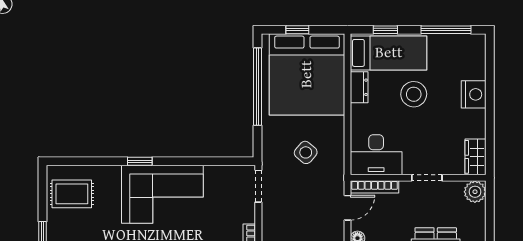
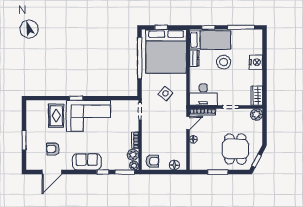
rug: (72, 194) -> (56, 116), moved, turned 90

